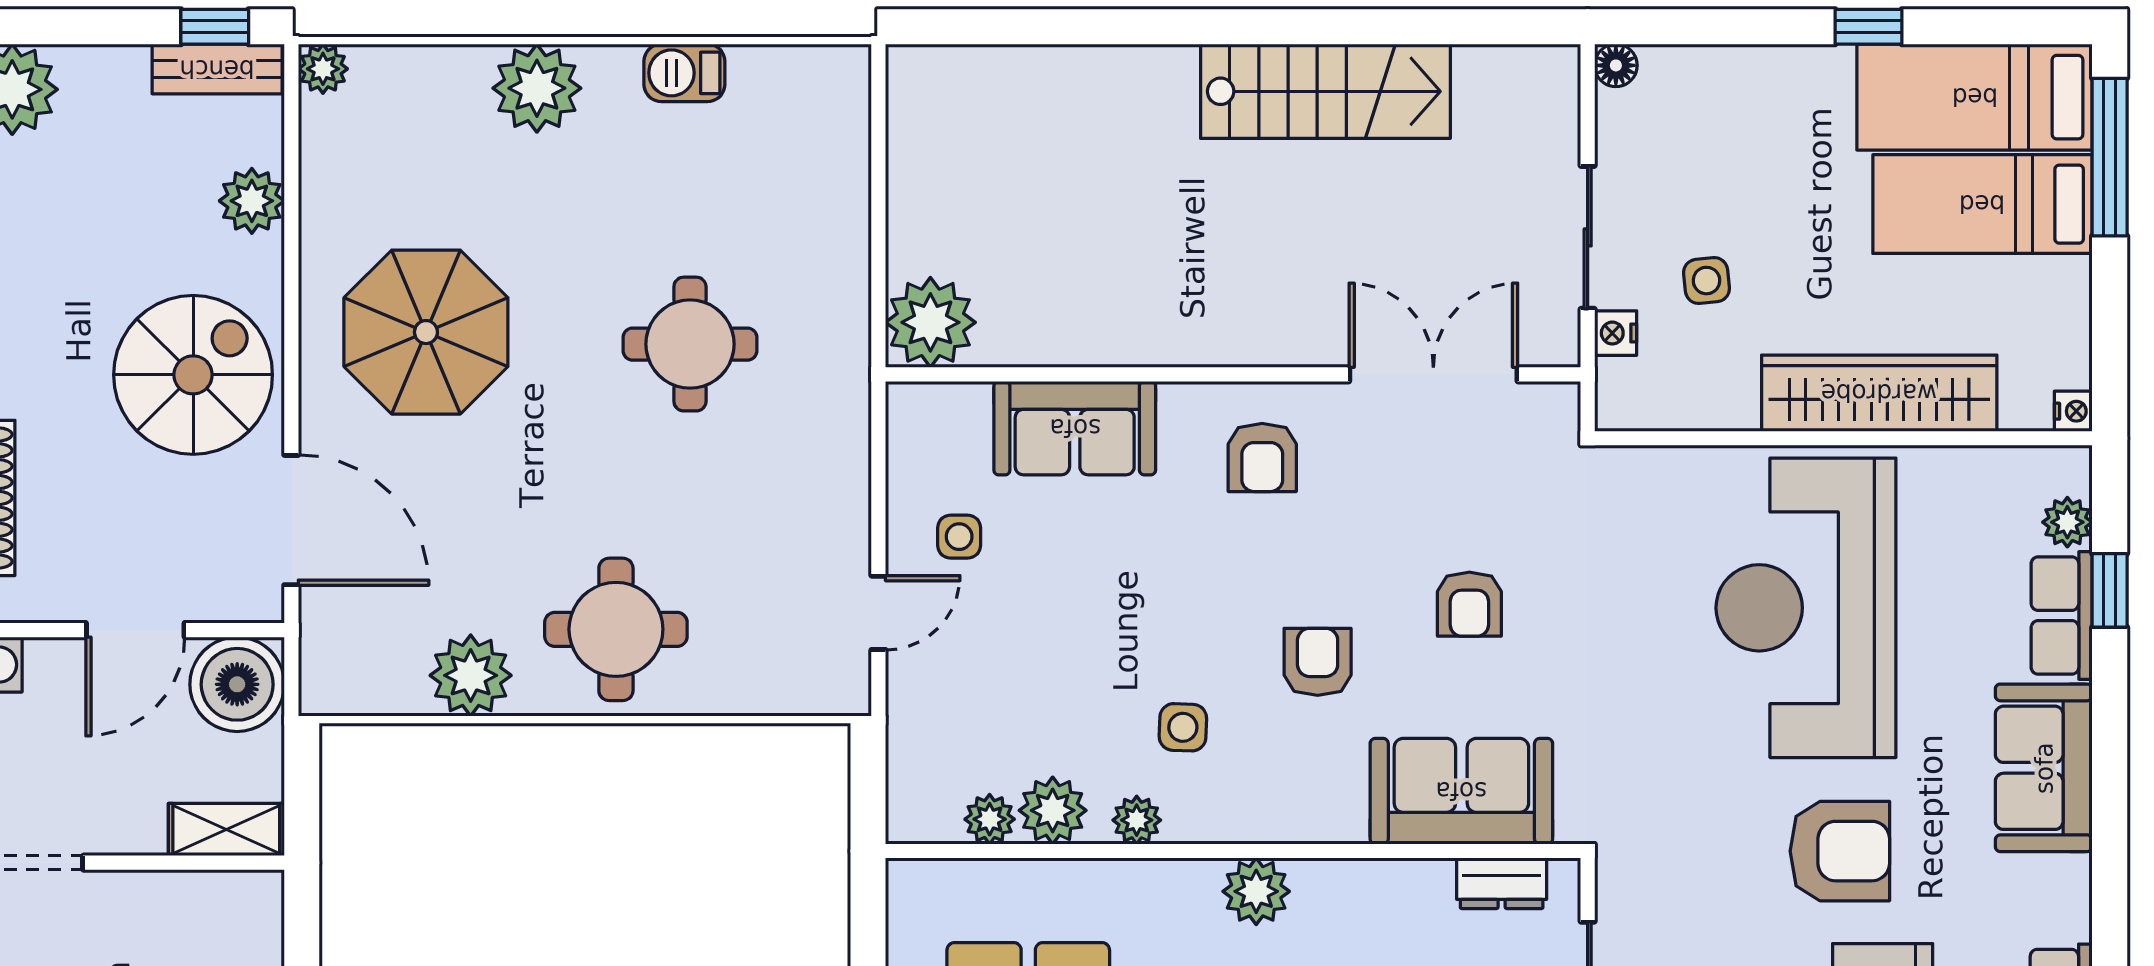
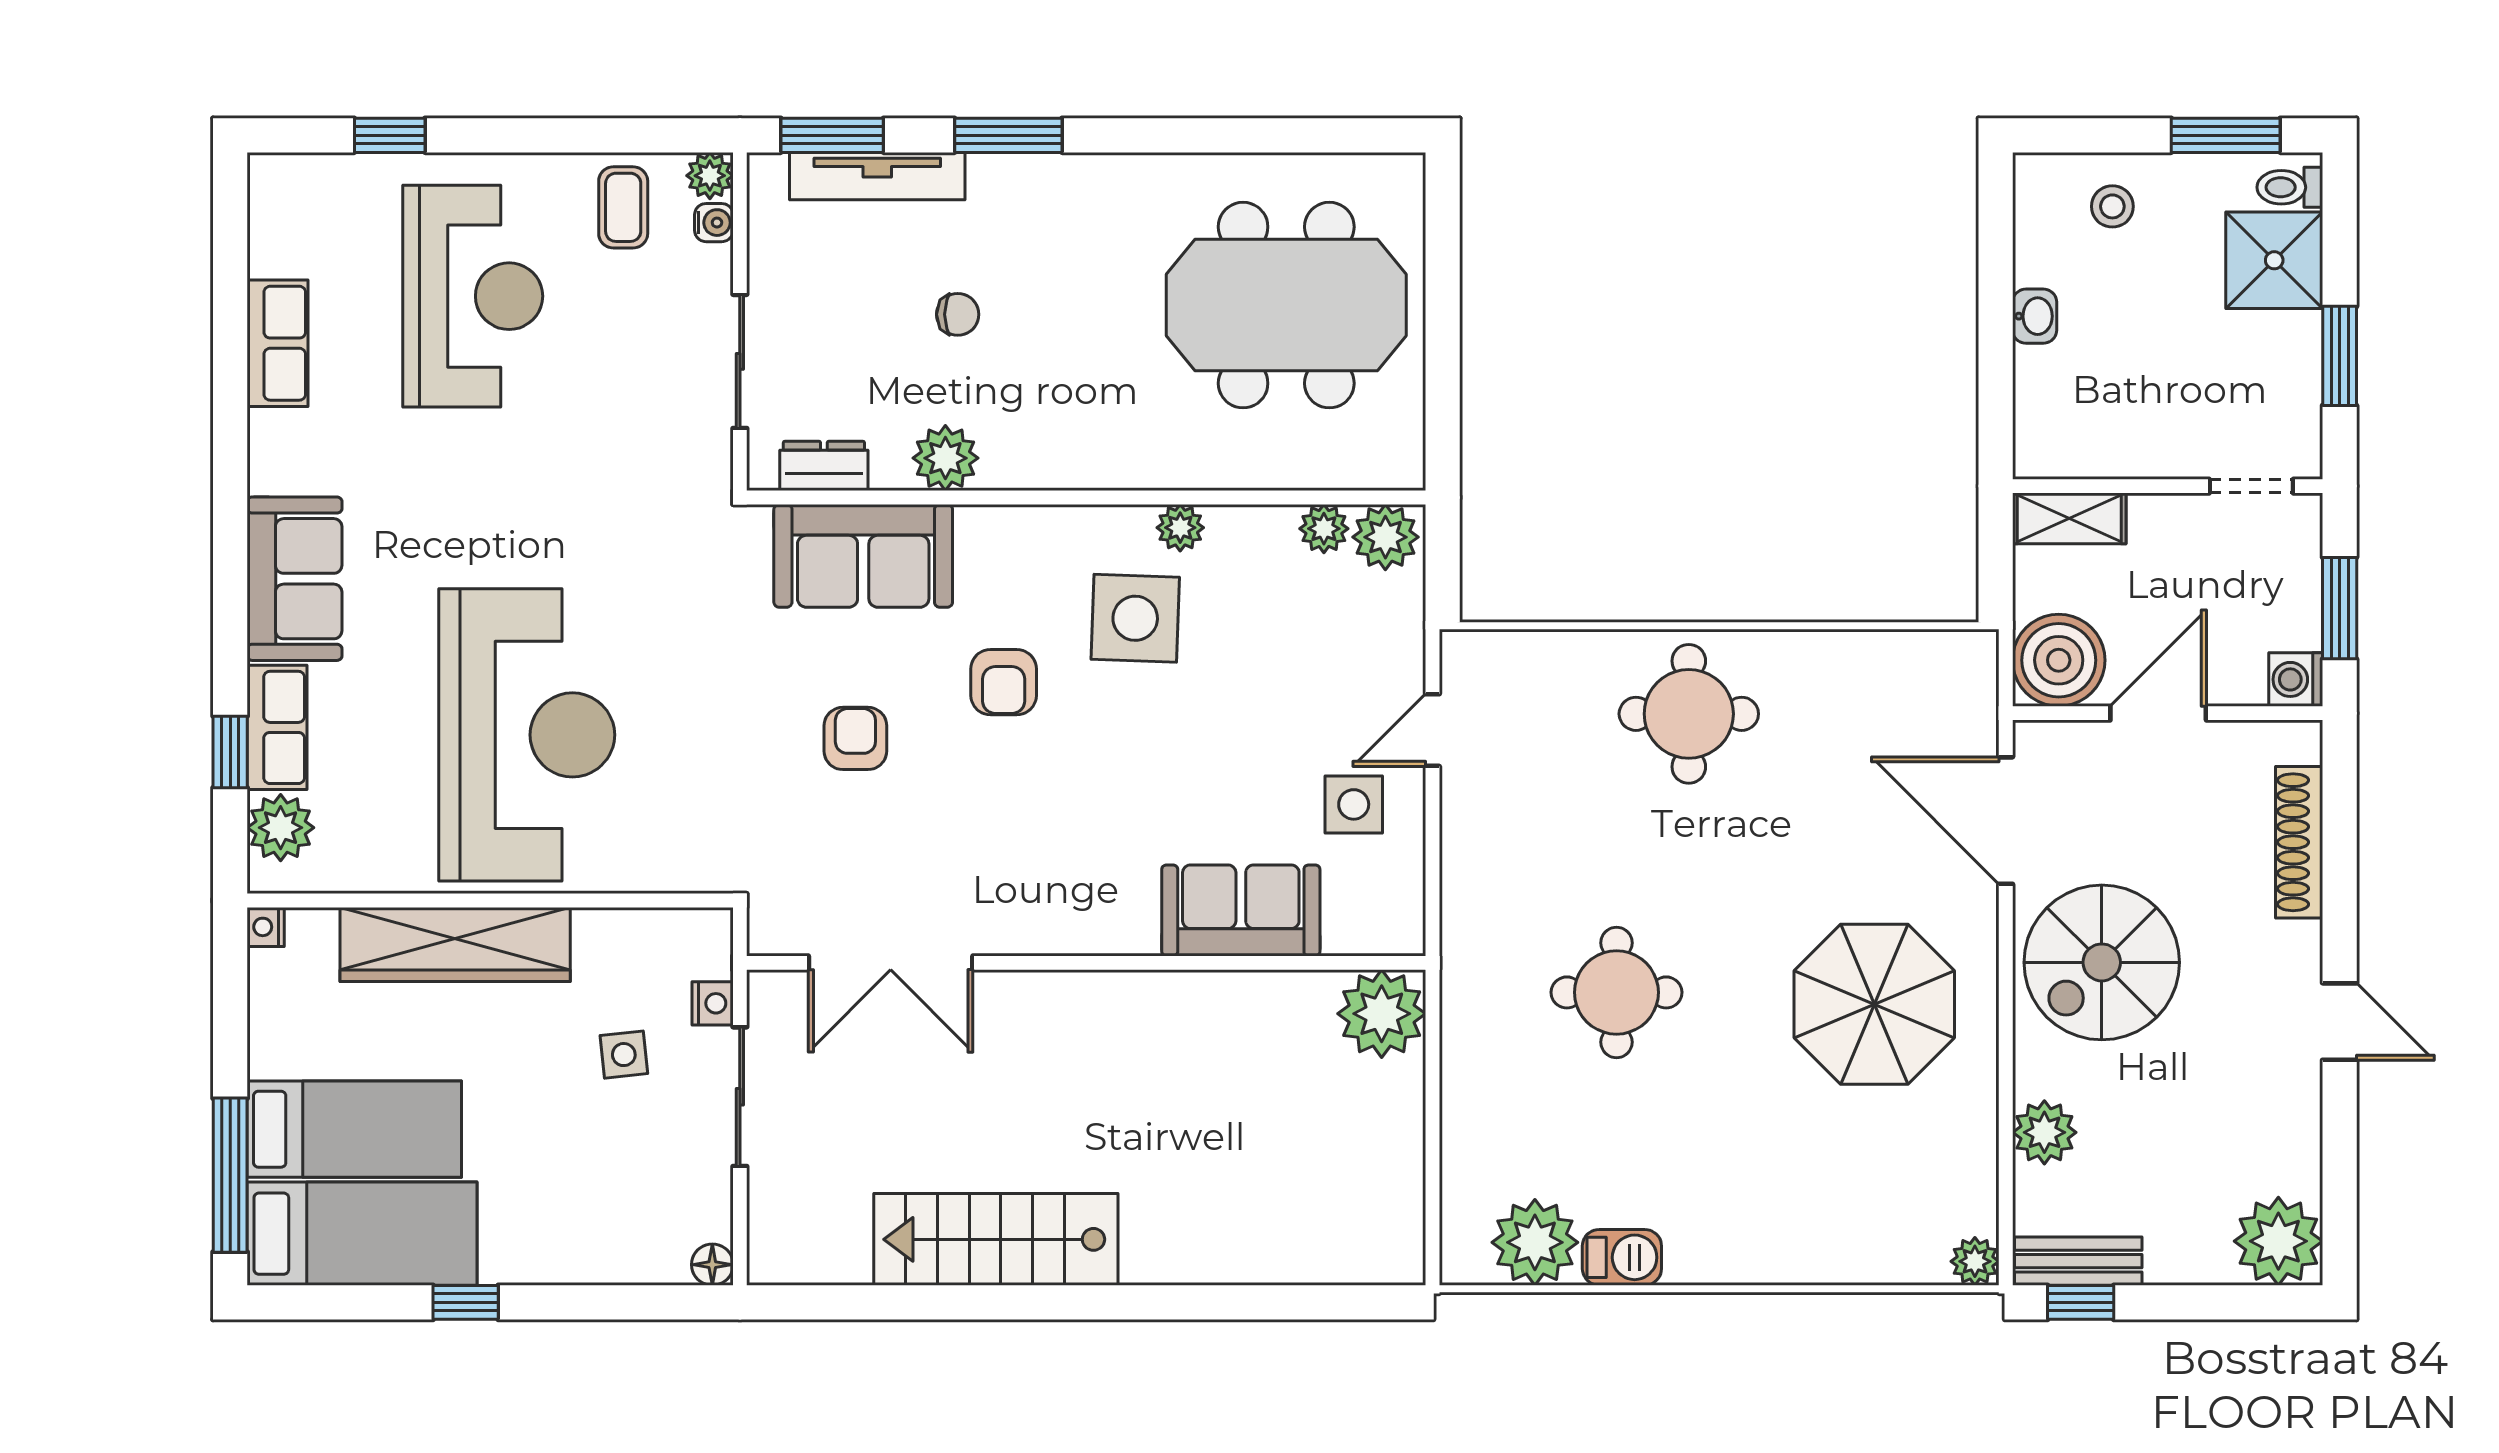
plant: (537, 88) -> (1535, 1242), moved
armchair: (1262, 458) -> (1058, 882), removed
plant: (2067, 522) -> (281, 828), width x1.38, depth x1.38
side table: (959, 537) -> (1354, 804), width x1.37, depth x1.37
plant: (471, 675) -> (1831, 669), removed
side table: (1183, 727) -> (1135, 618), width x1.87, depth x1.87
plant: (1053, 810) -> (1385, 537), moved
armchair: (1840, 851) -> (494, 497), removed
plant: (1256, 891) -> (945, 458), moved

